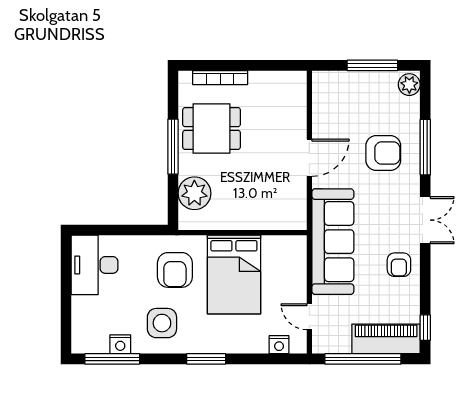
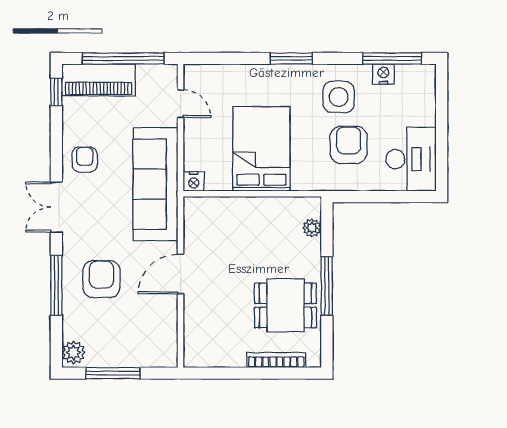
armchair: (383, 153) -> (101, 279), turned 90
plant: (194, 193) -> (312, 228), width x0.53, depth x0.53
armchair: (175, 270) -> (349, 145), moved
nightstand: (279, 345) -> (194, 181), moved, turned 180

